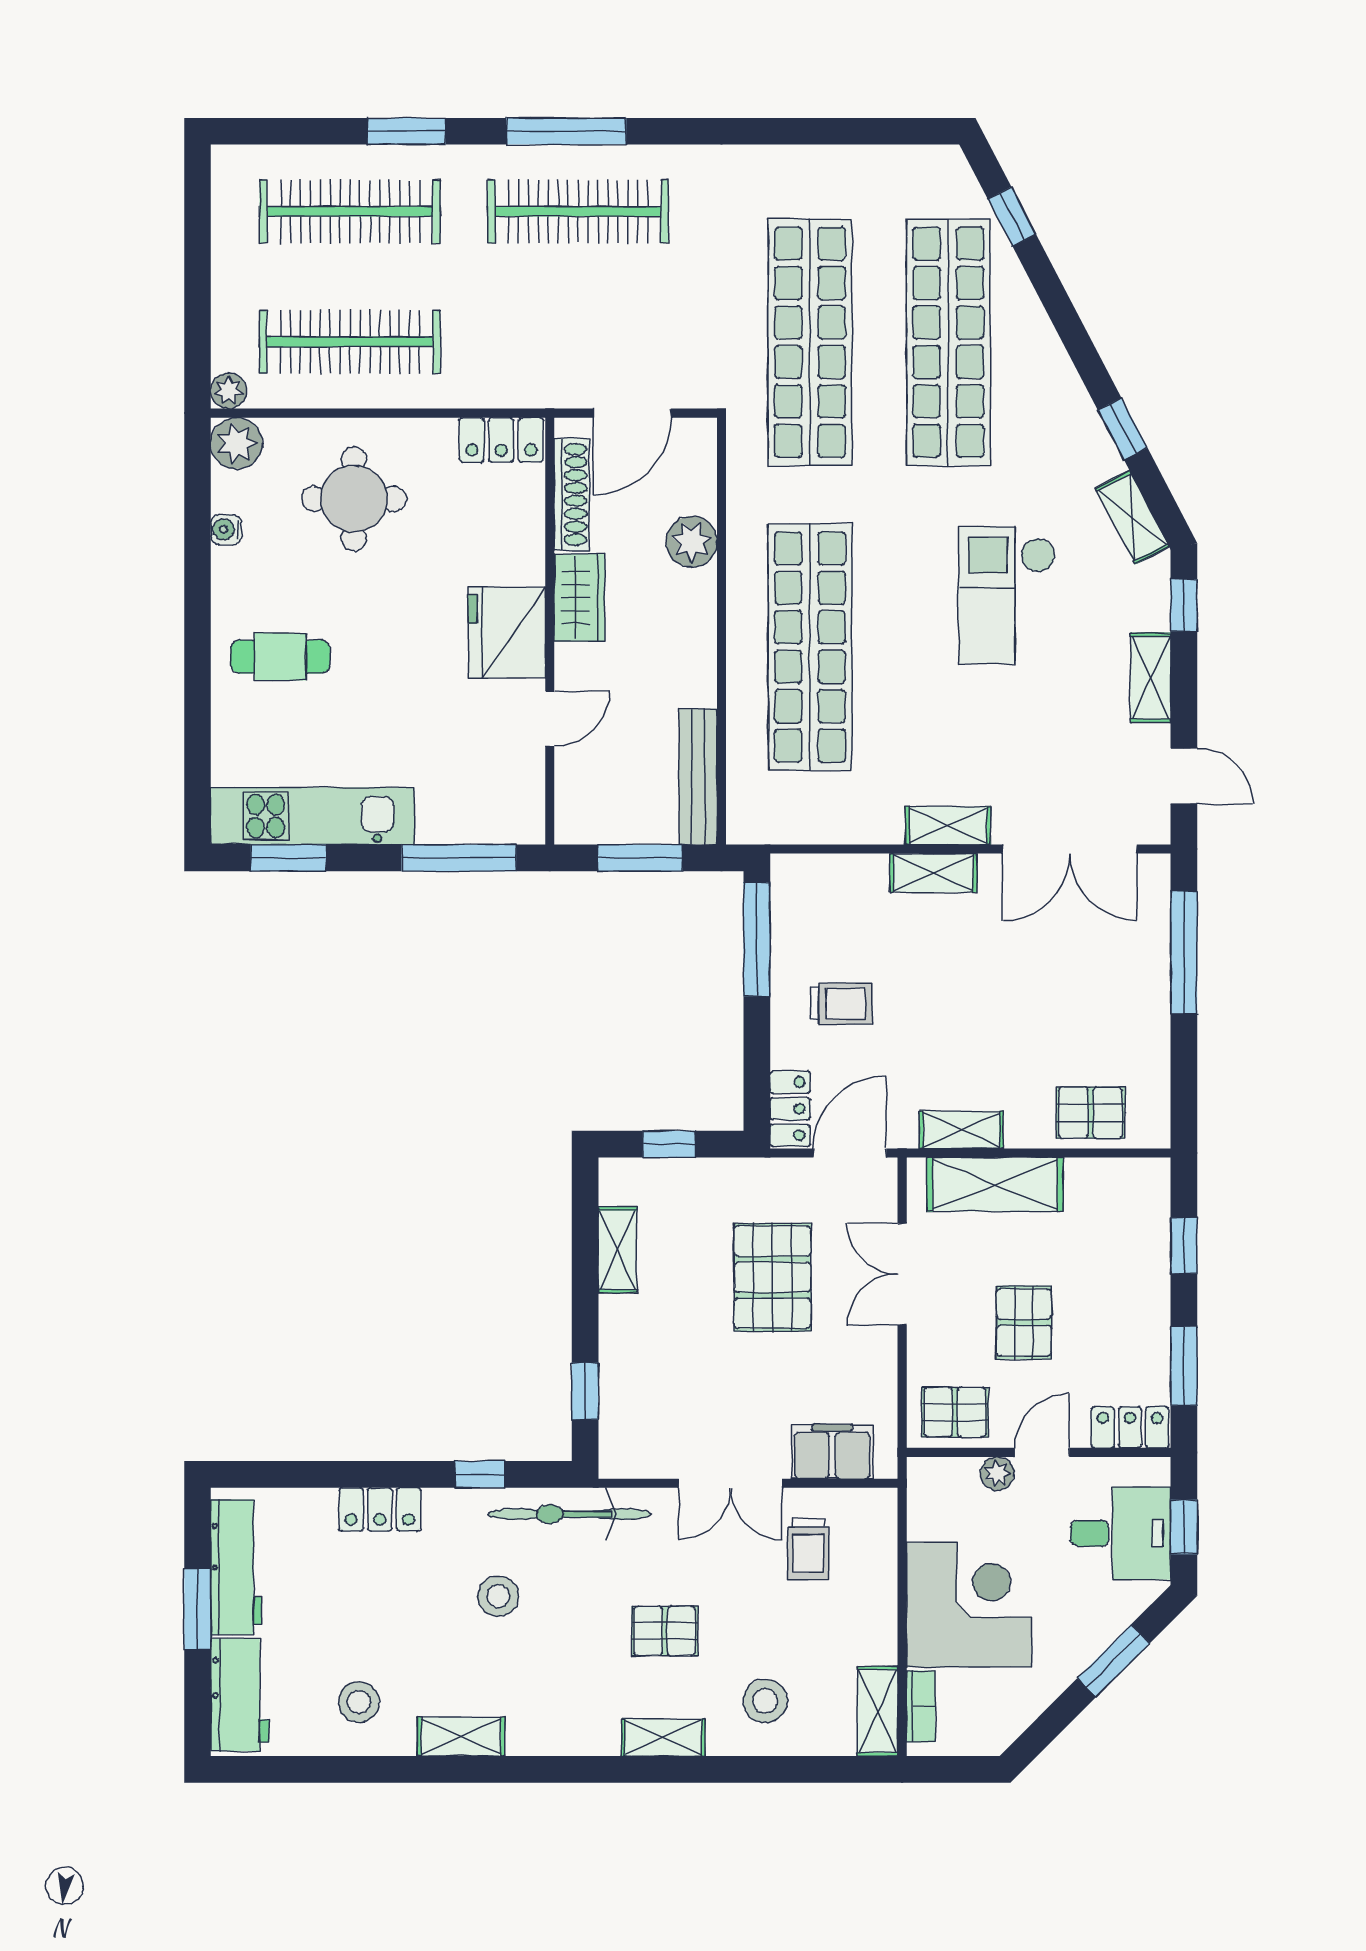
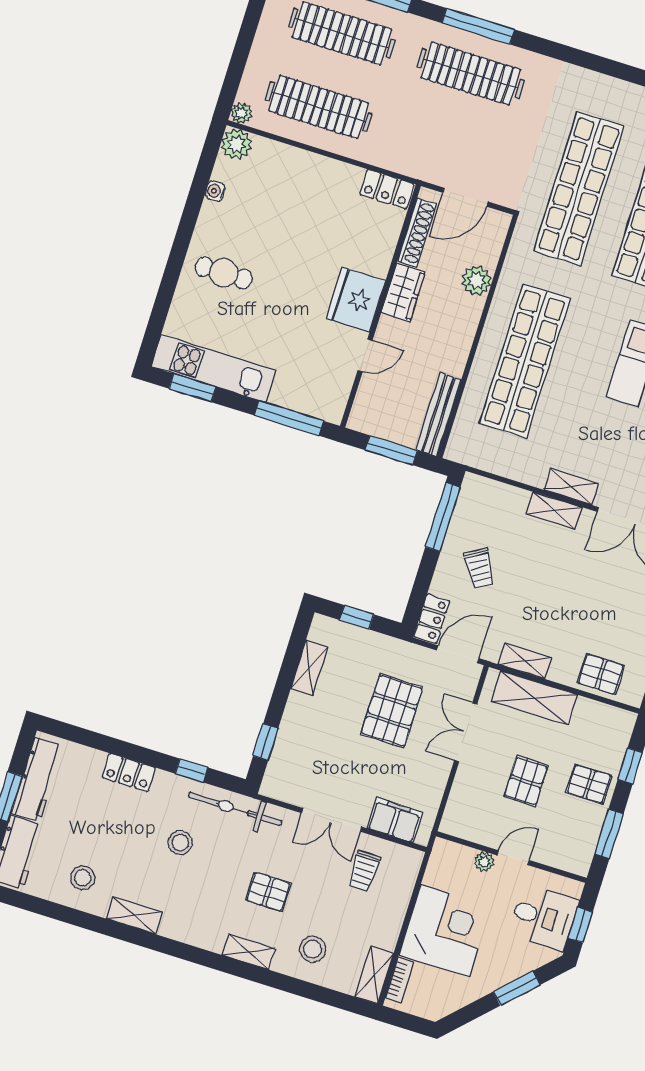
round table: (354, 499) -> (293, 196), removed
trolley: (841, 1004) -> (479, 568), turned 60
pallet: (955, 1412) -> (589, 784), moved
locker: (1130, 1427) -> (567, 859), removed

